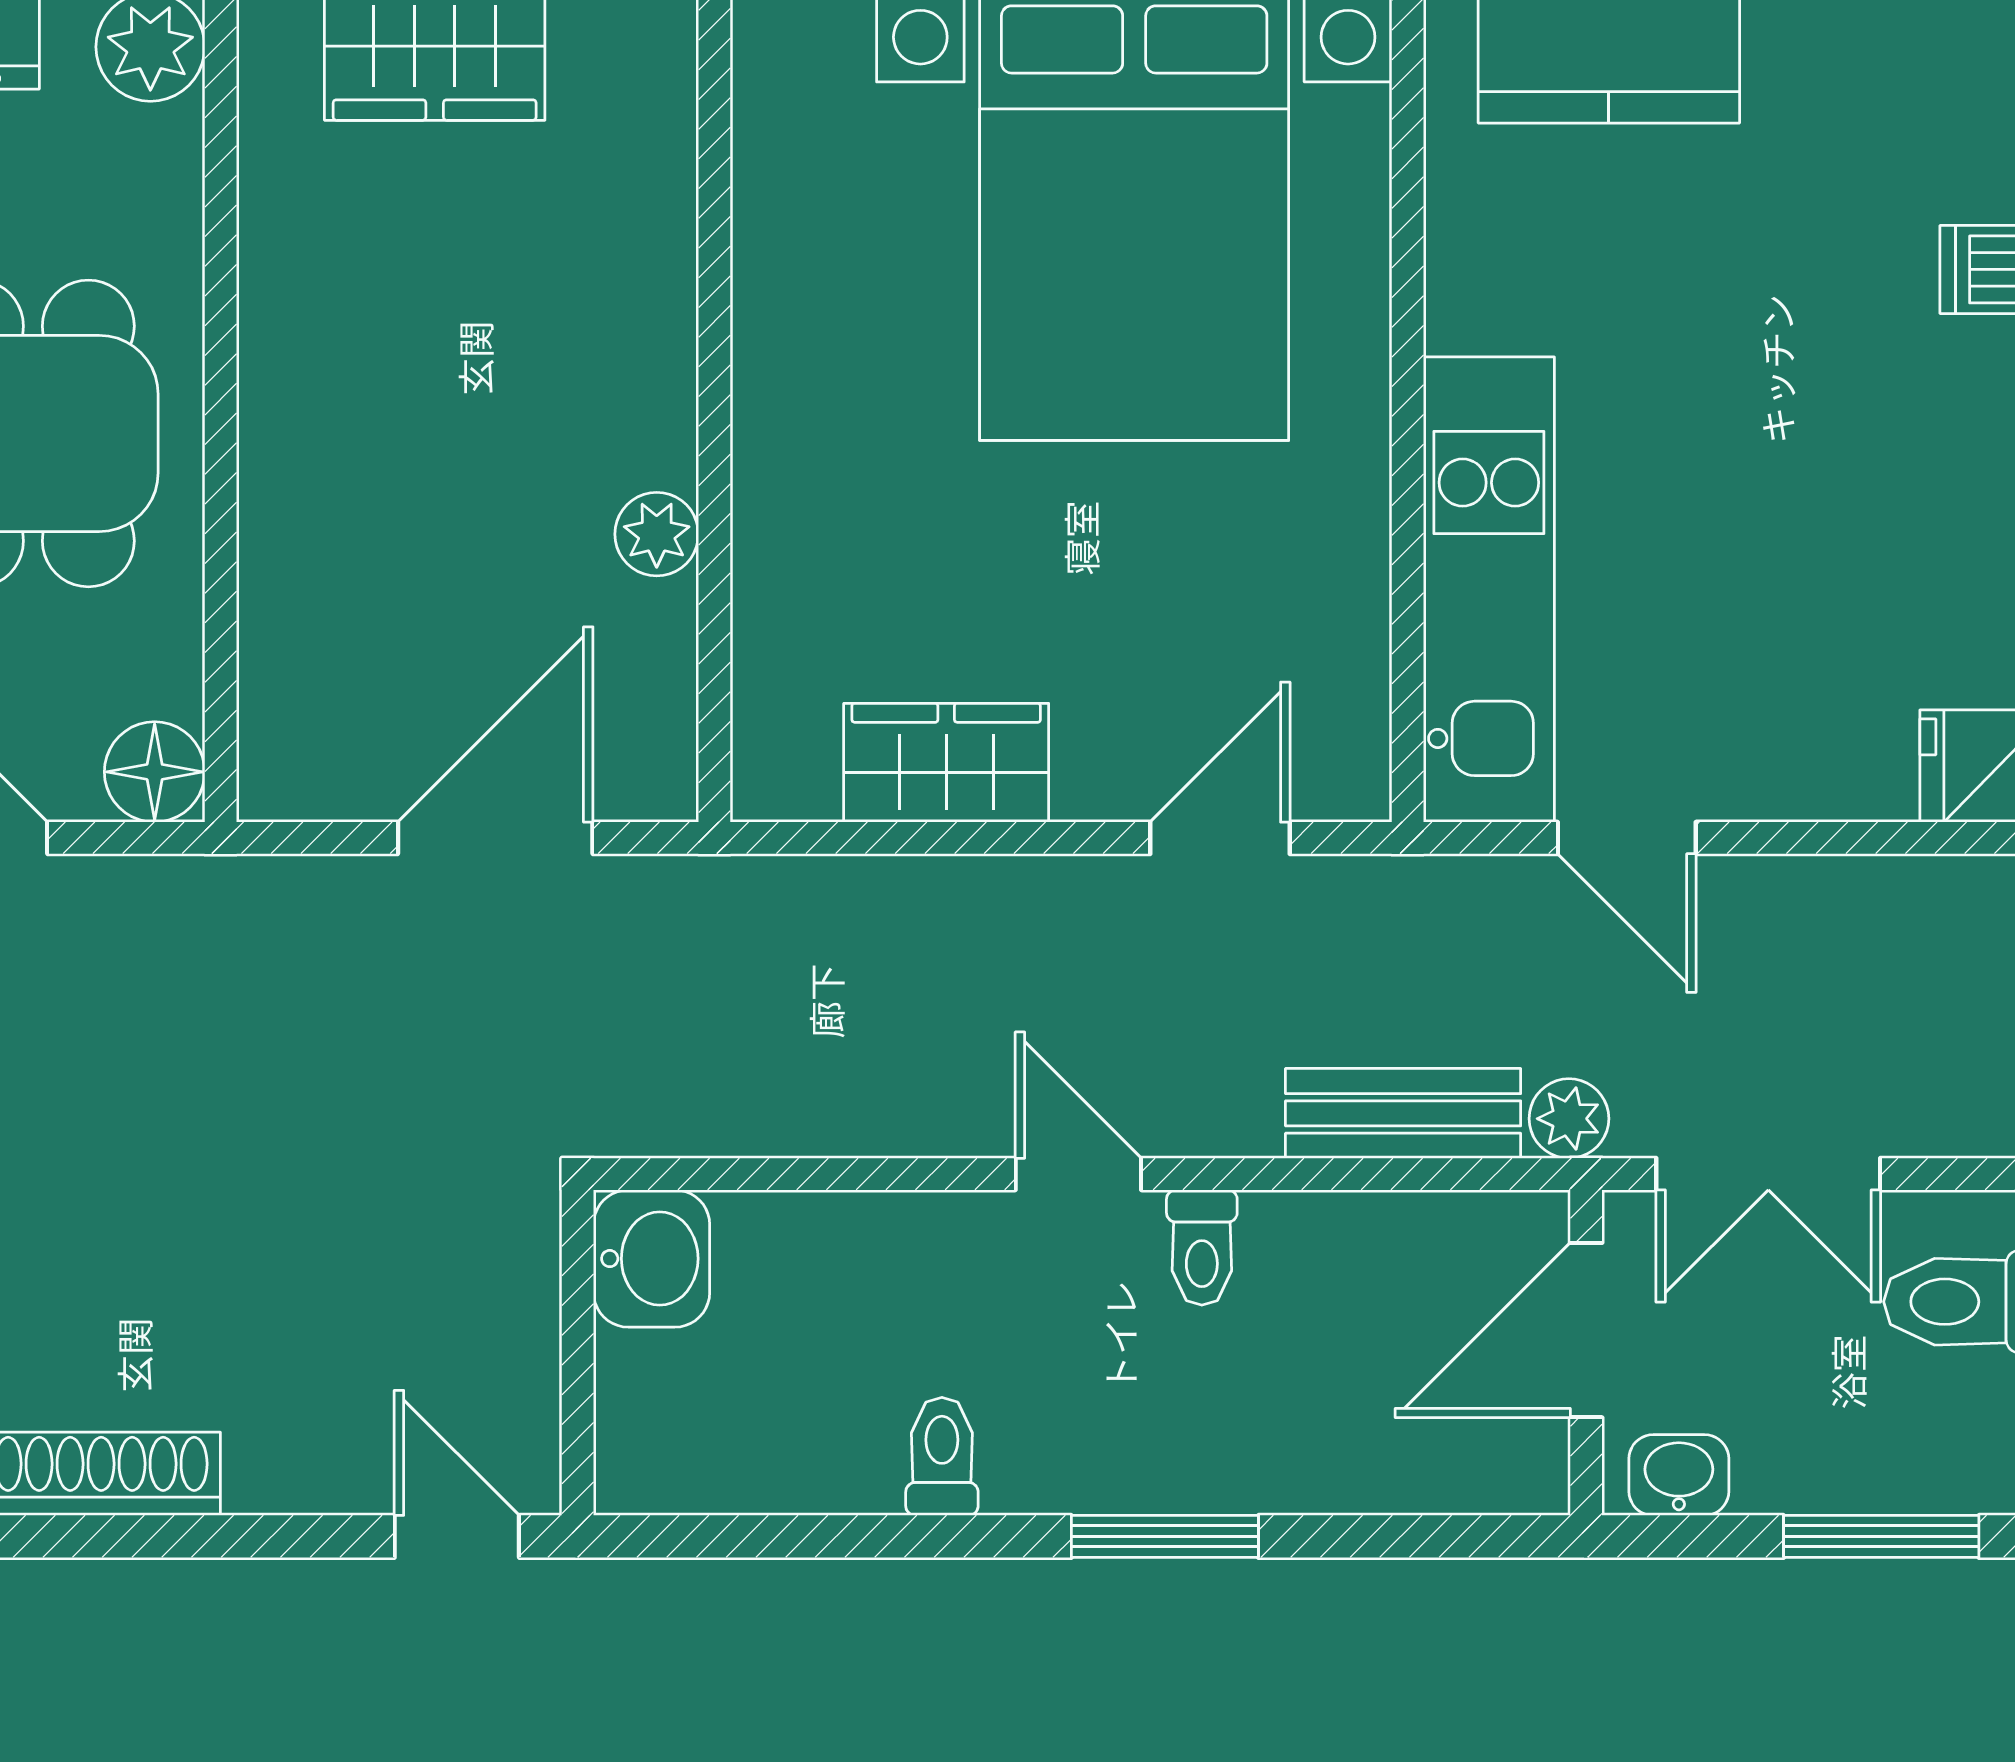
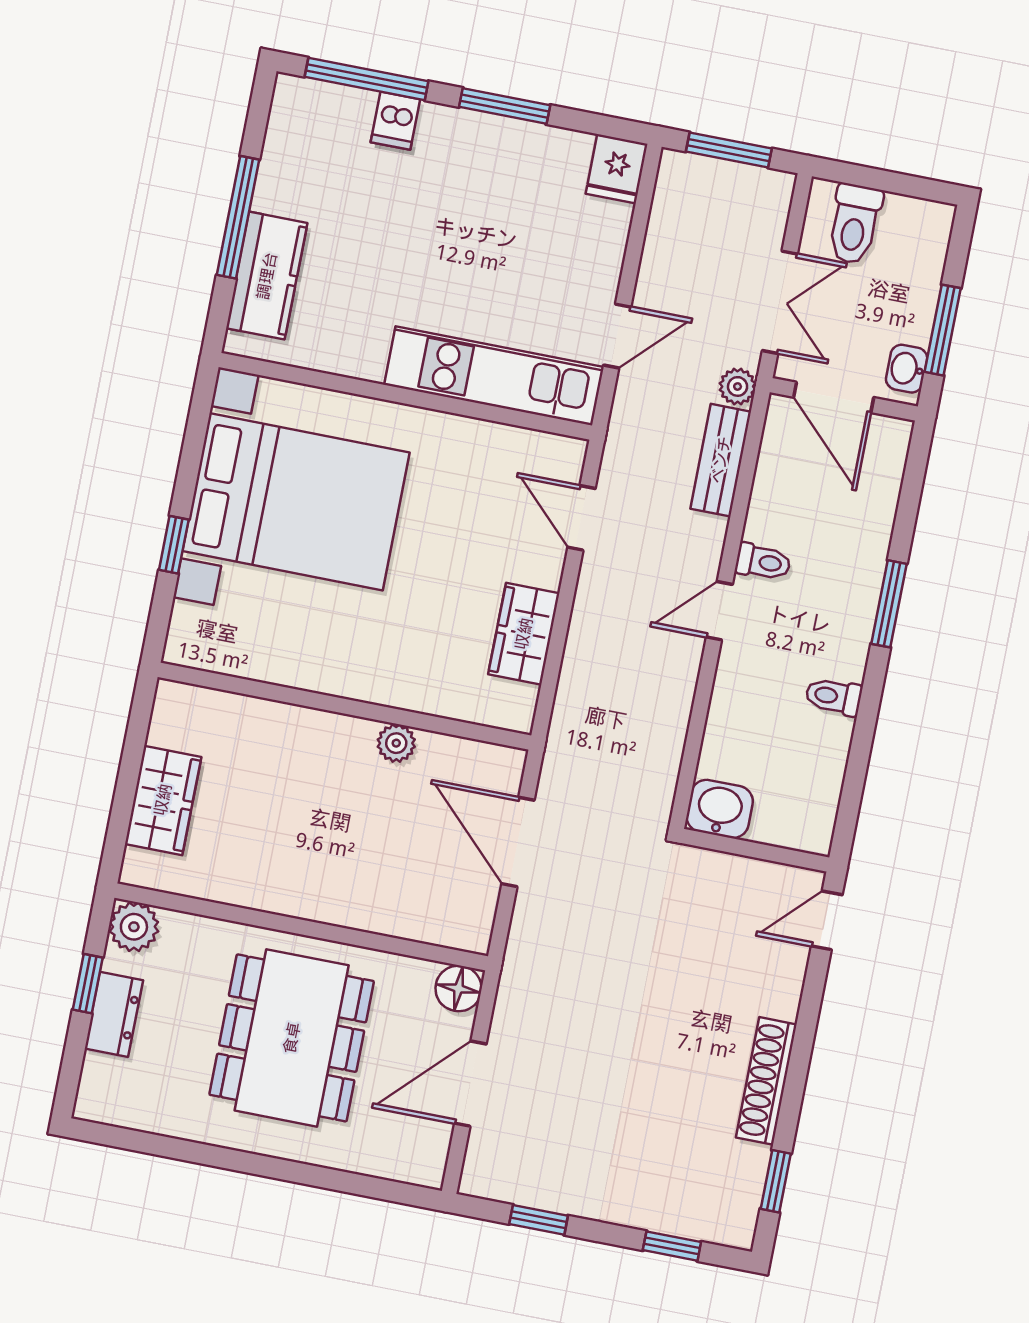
window: (1881, 1536) -> (943, 330), moved

